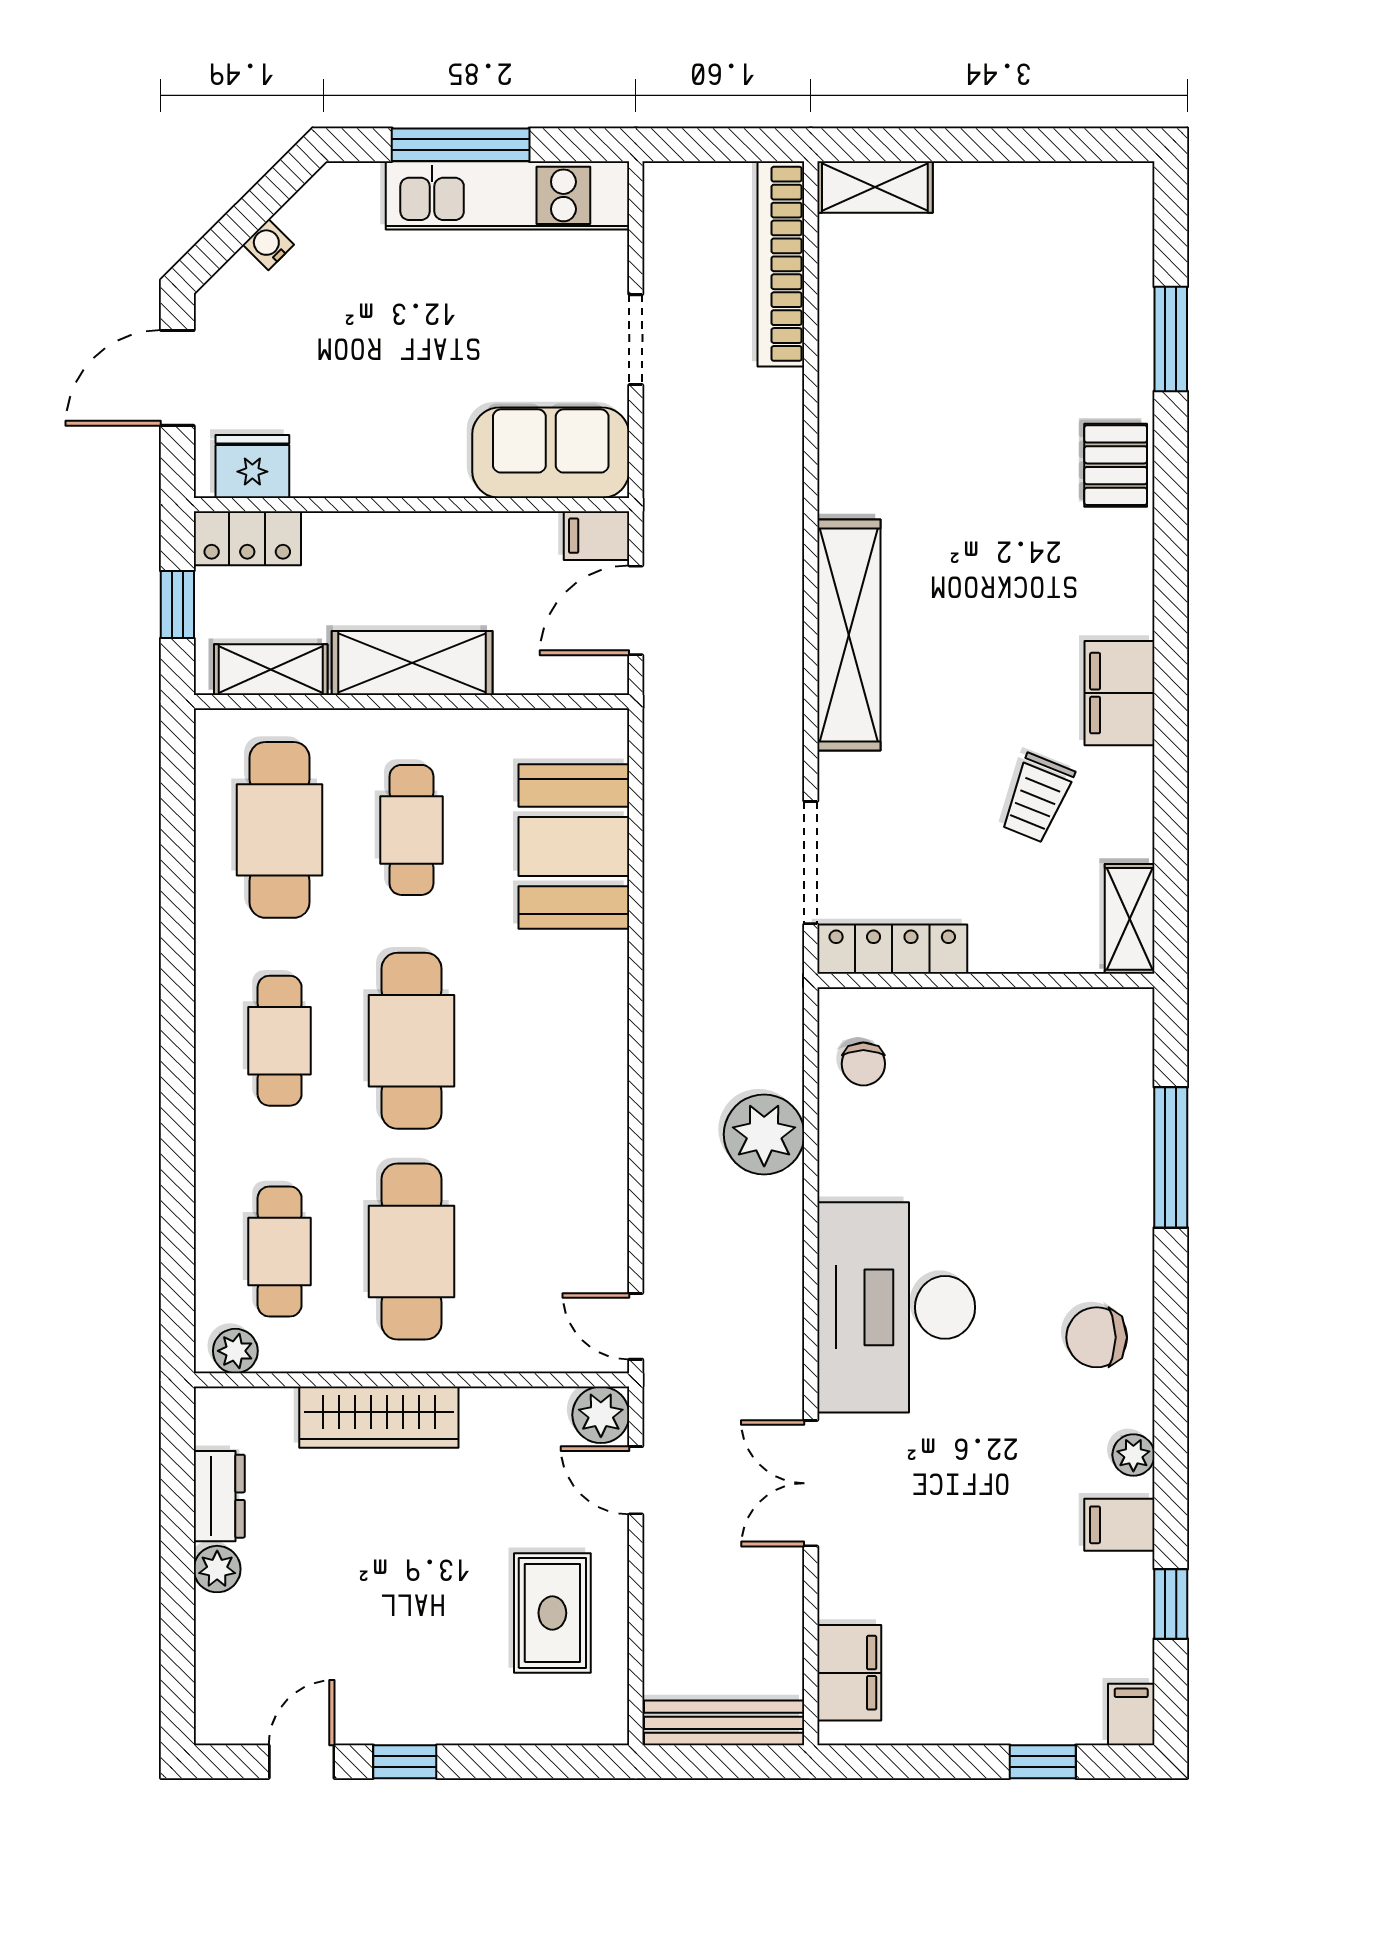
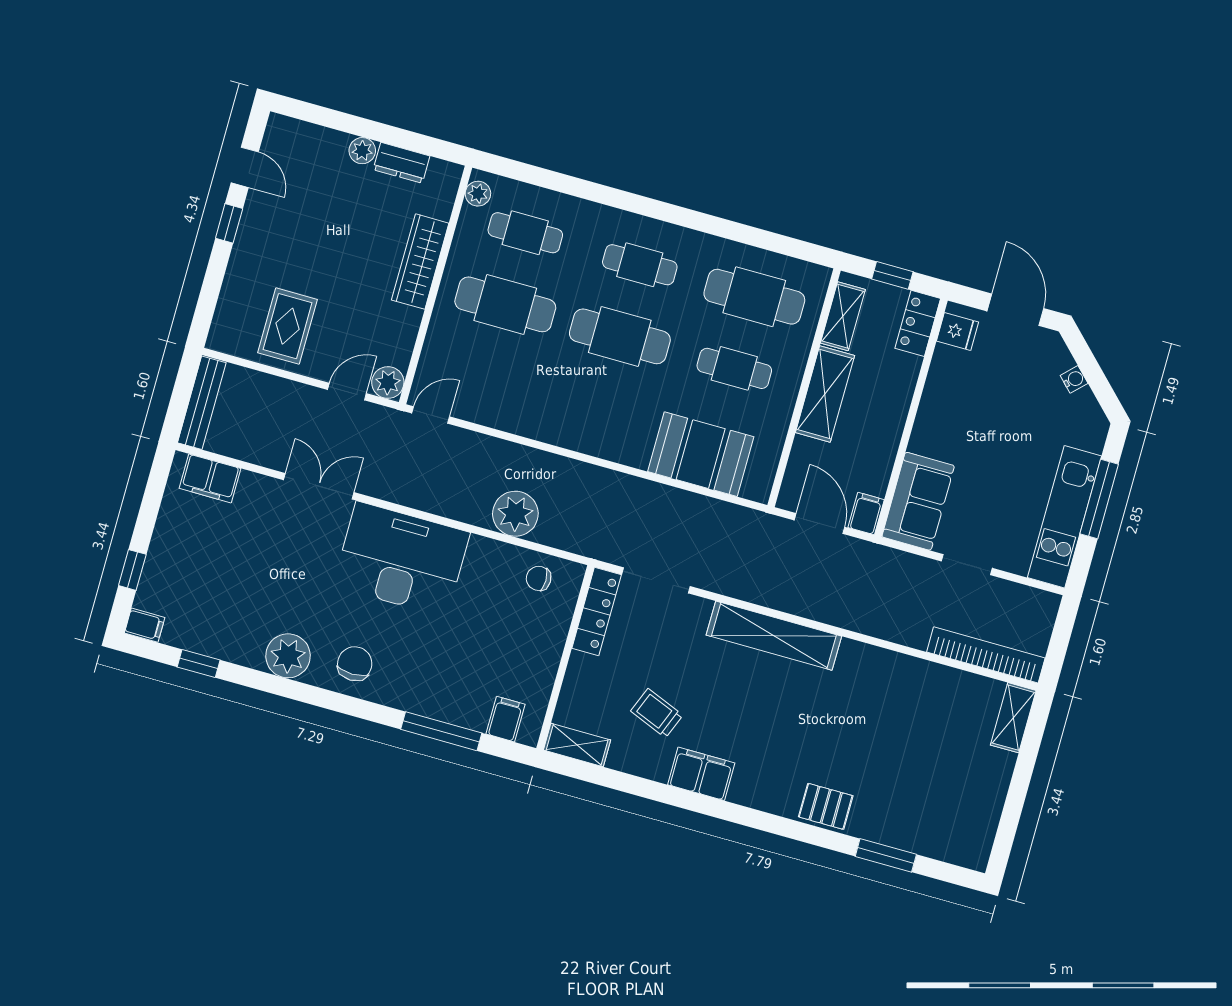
fridge: (252, 466) -> (957, 332), width x0.72
plant: (1133, 1455) -> (288, 656), width x1.87, depth x1.87
filing cabinet: (1119, 1525) -> (506, 719), moved
rug: (552, 1613) -> (287, 326), turned 90

